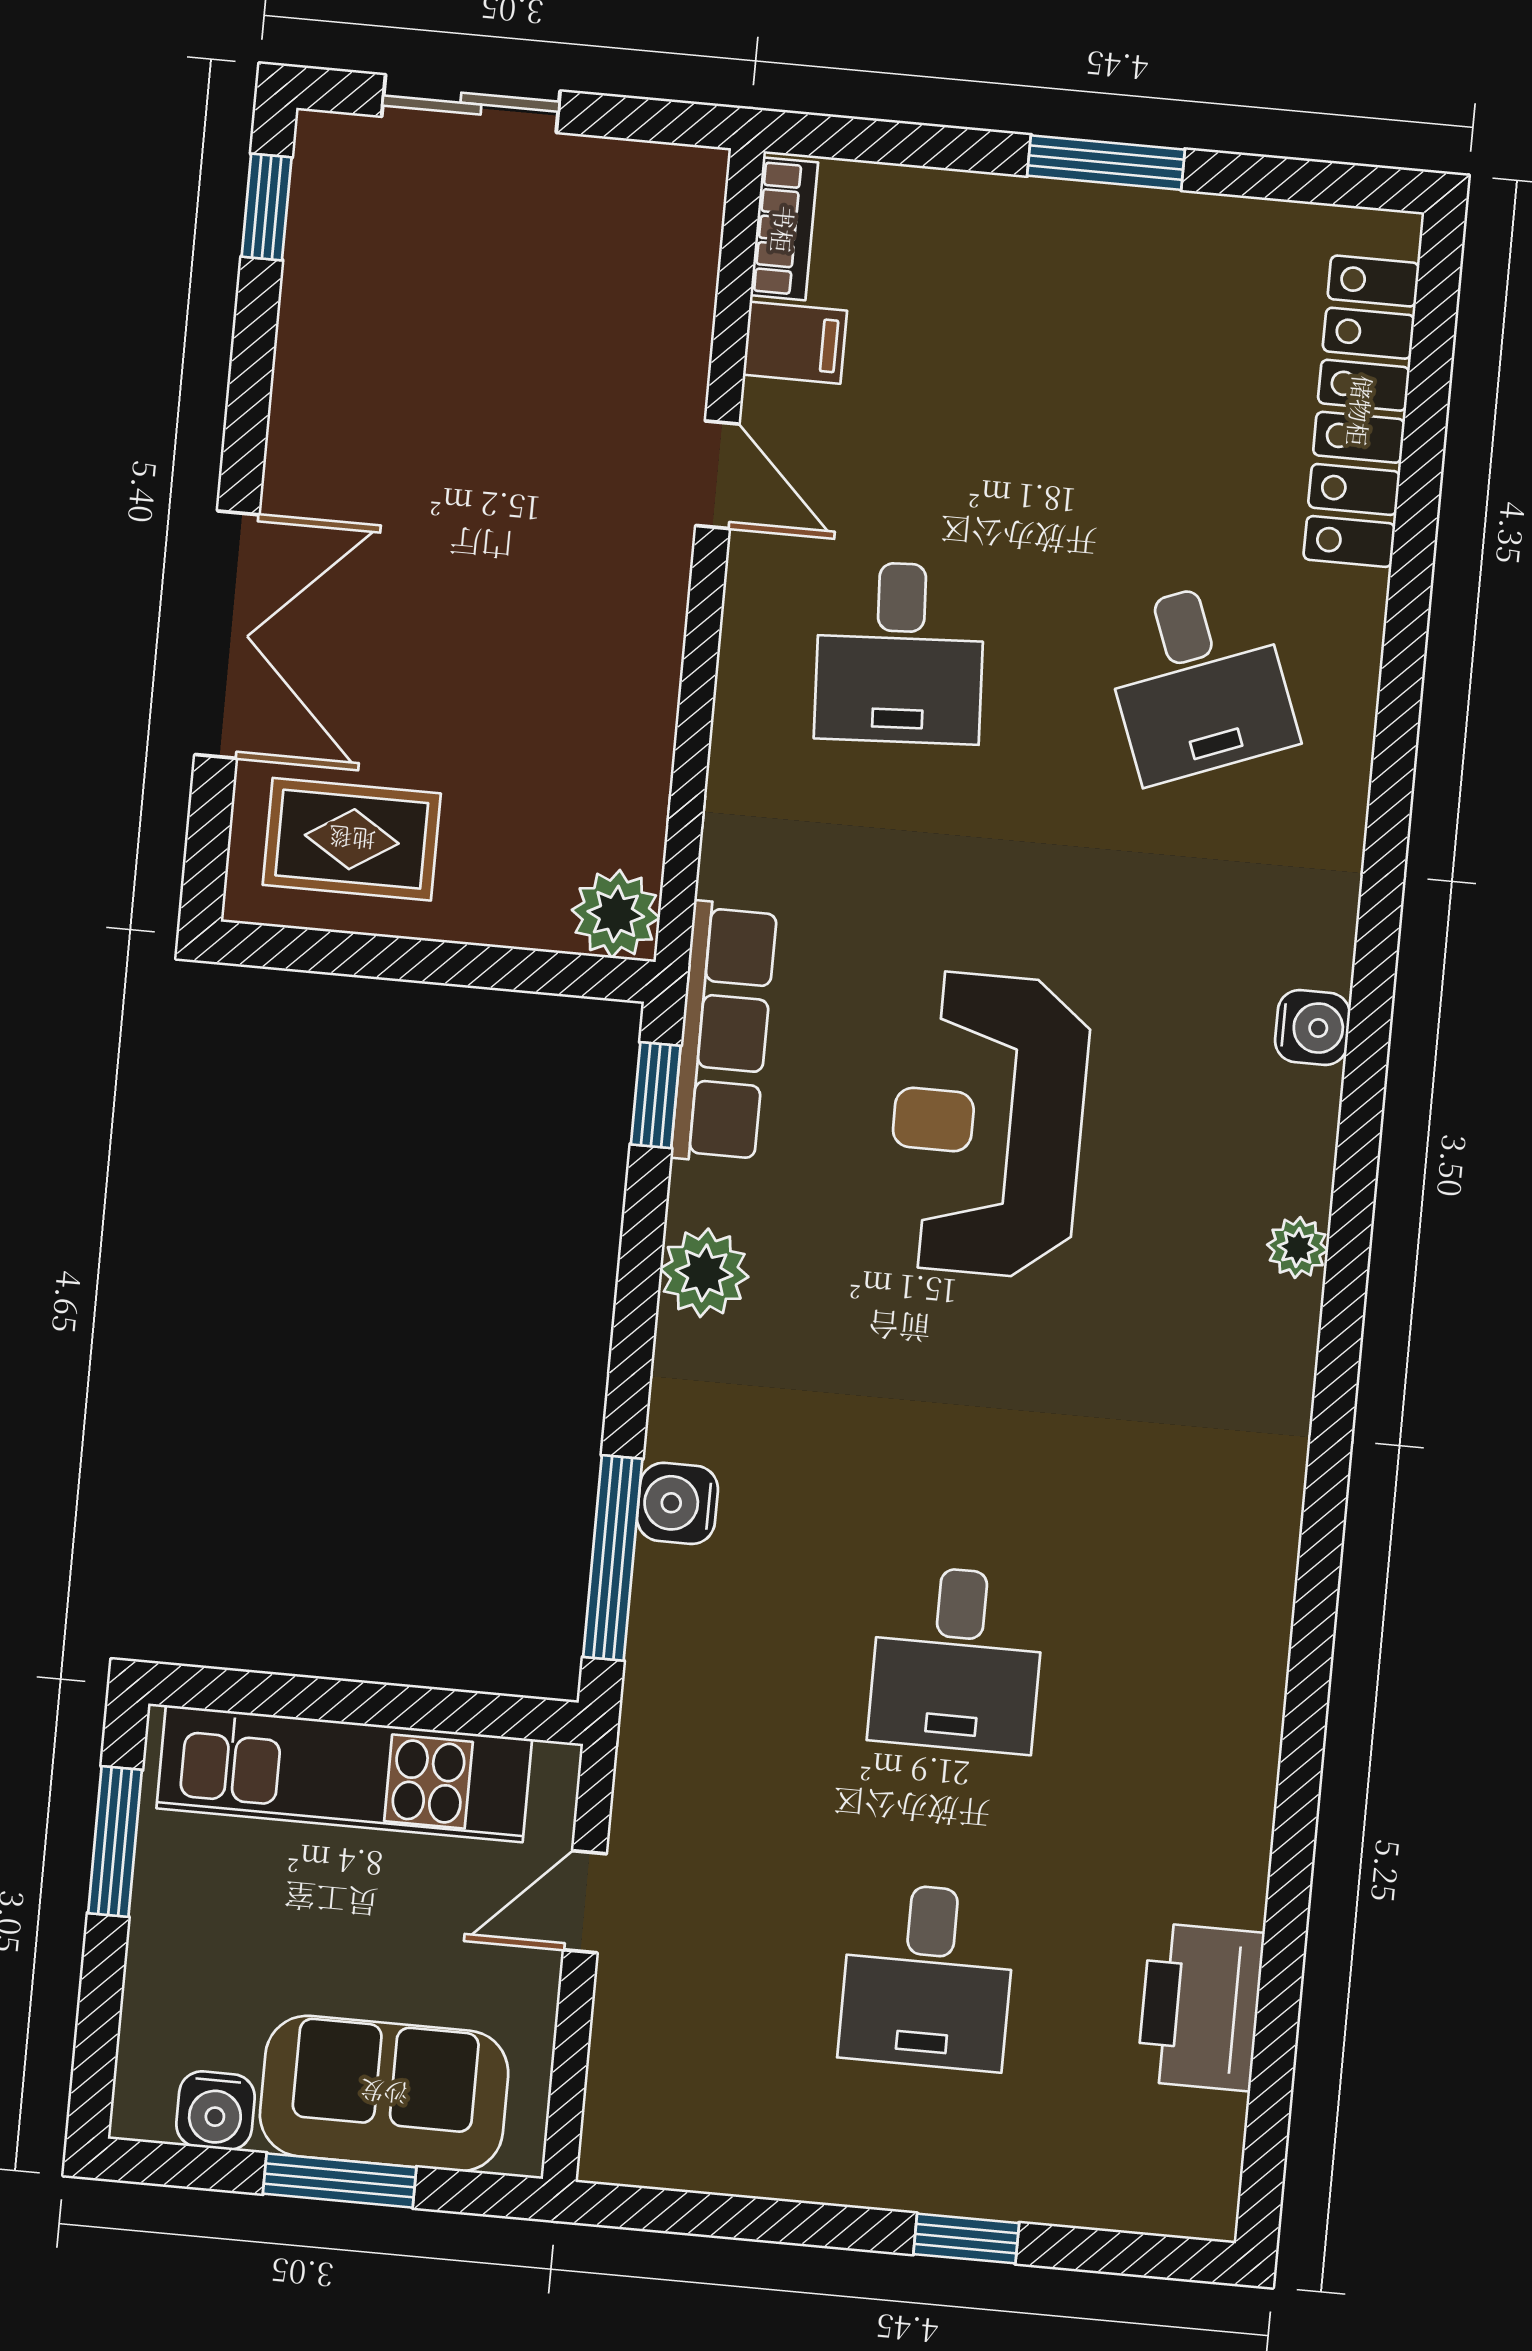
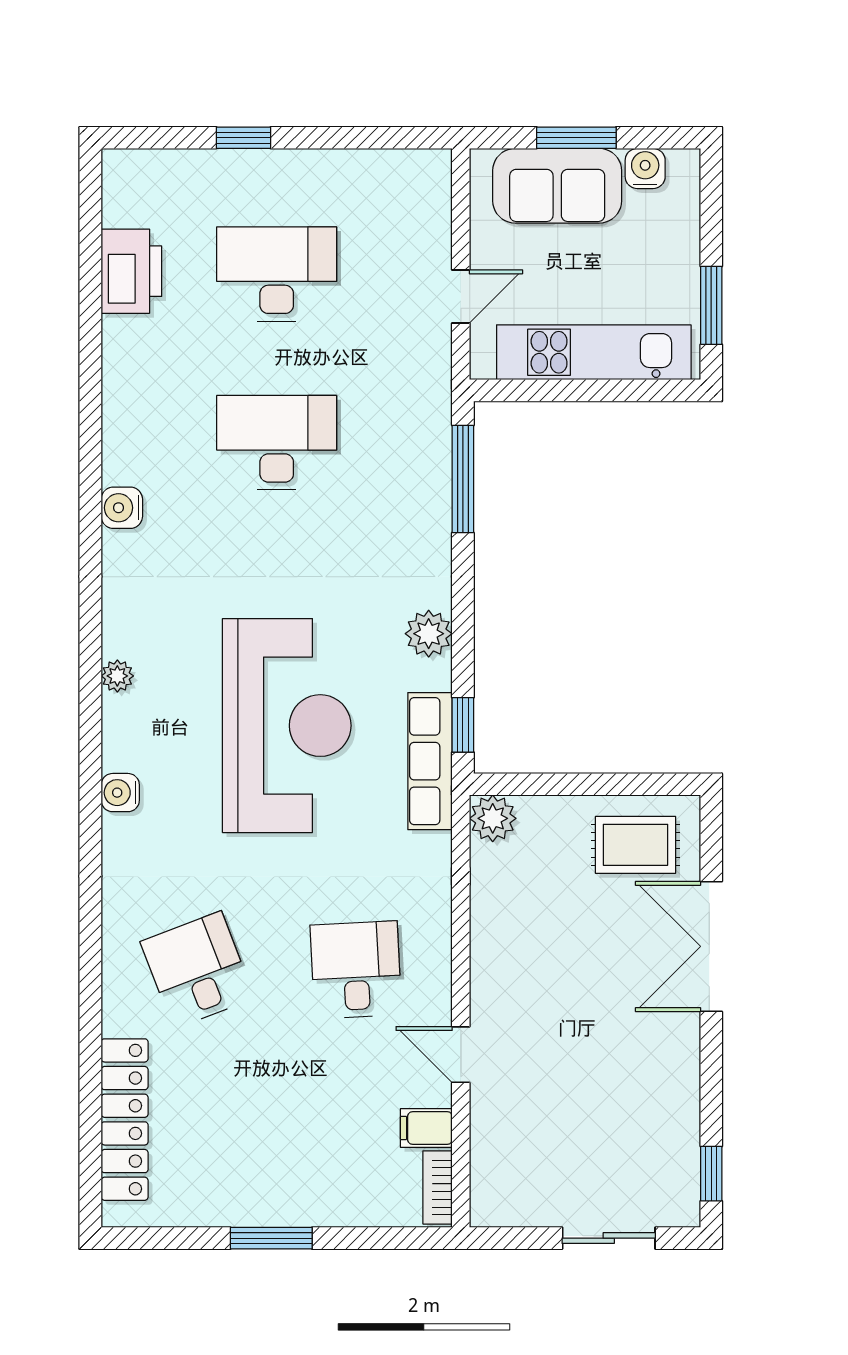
reception desk: (987, 1125) -> (287, 726), width x1.36, depth x1.30
water cooler: (677, 1503) -> (122, 508), moved, turned 180
desk: (957, 1659) -> (277, 443), width x1.37
desk: (928, 1976) -> (277, 274), width x1.37

